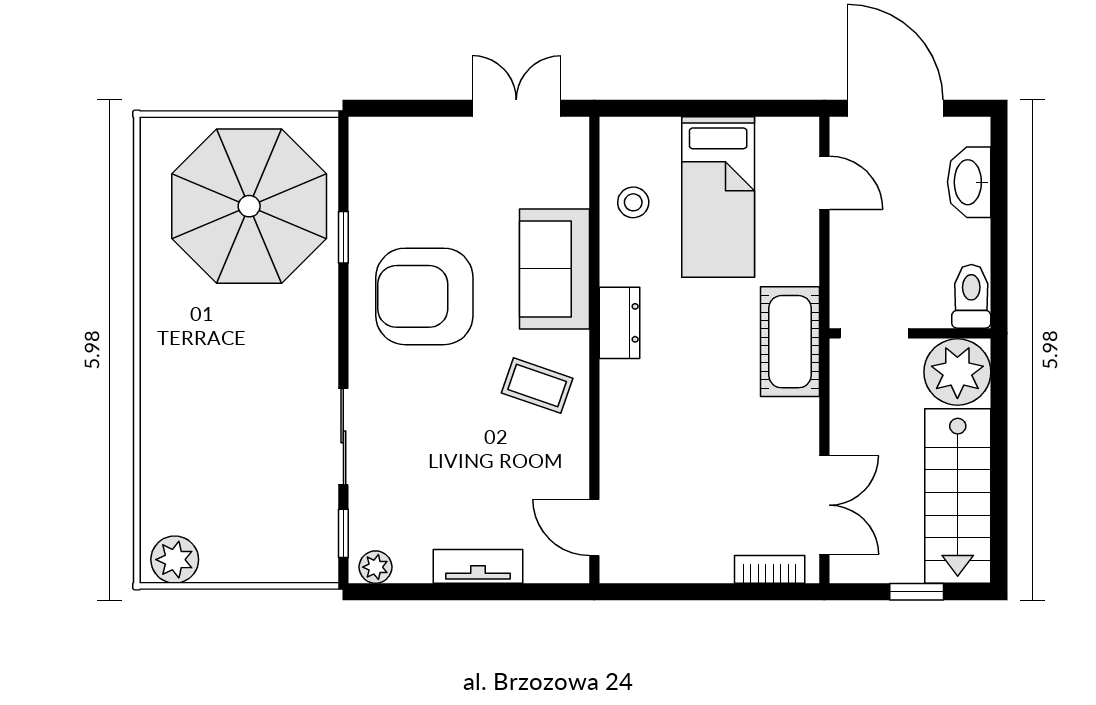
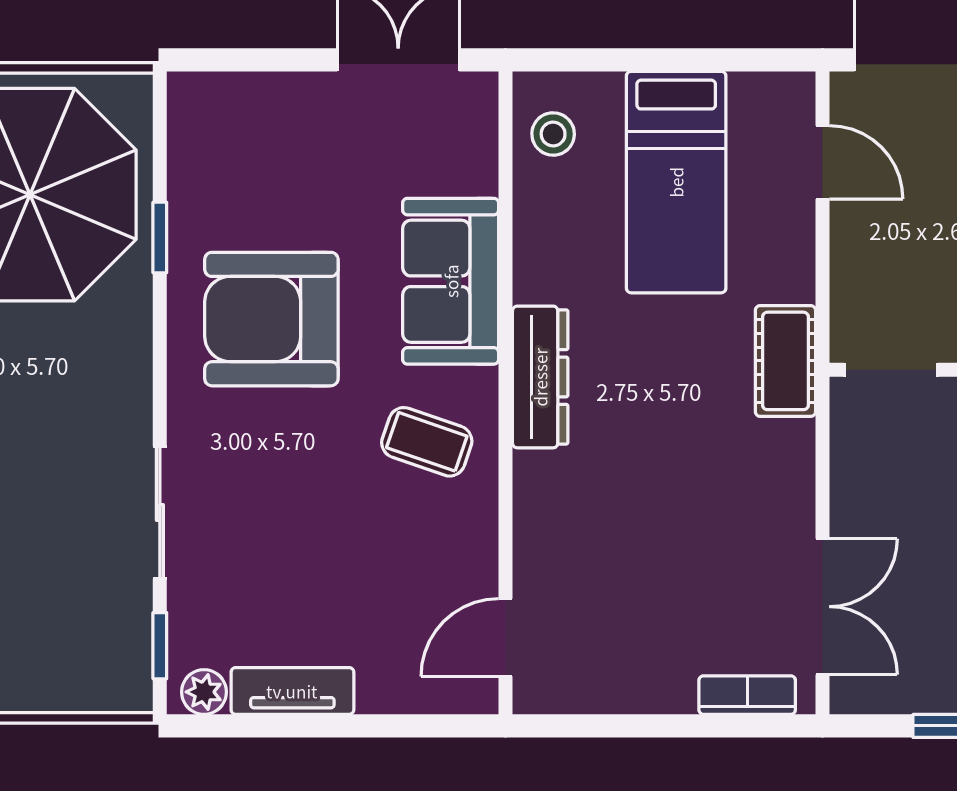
stool: (633, 202) -> (553, 134), moved
dresser: (619, 323) -> (540, 377), width x1.44
cot: (790, 342) -> (785, 361), width x0.73, depth x0.75
door: (594, 527) -> (506, 637), hinge flipped
tv unit: (478, 566) -> (292, 691), moved

